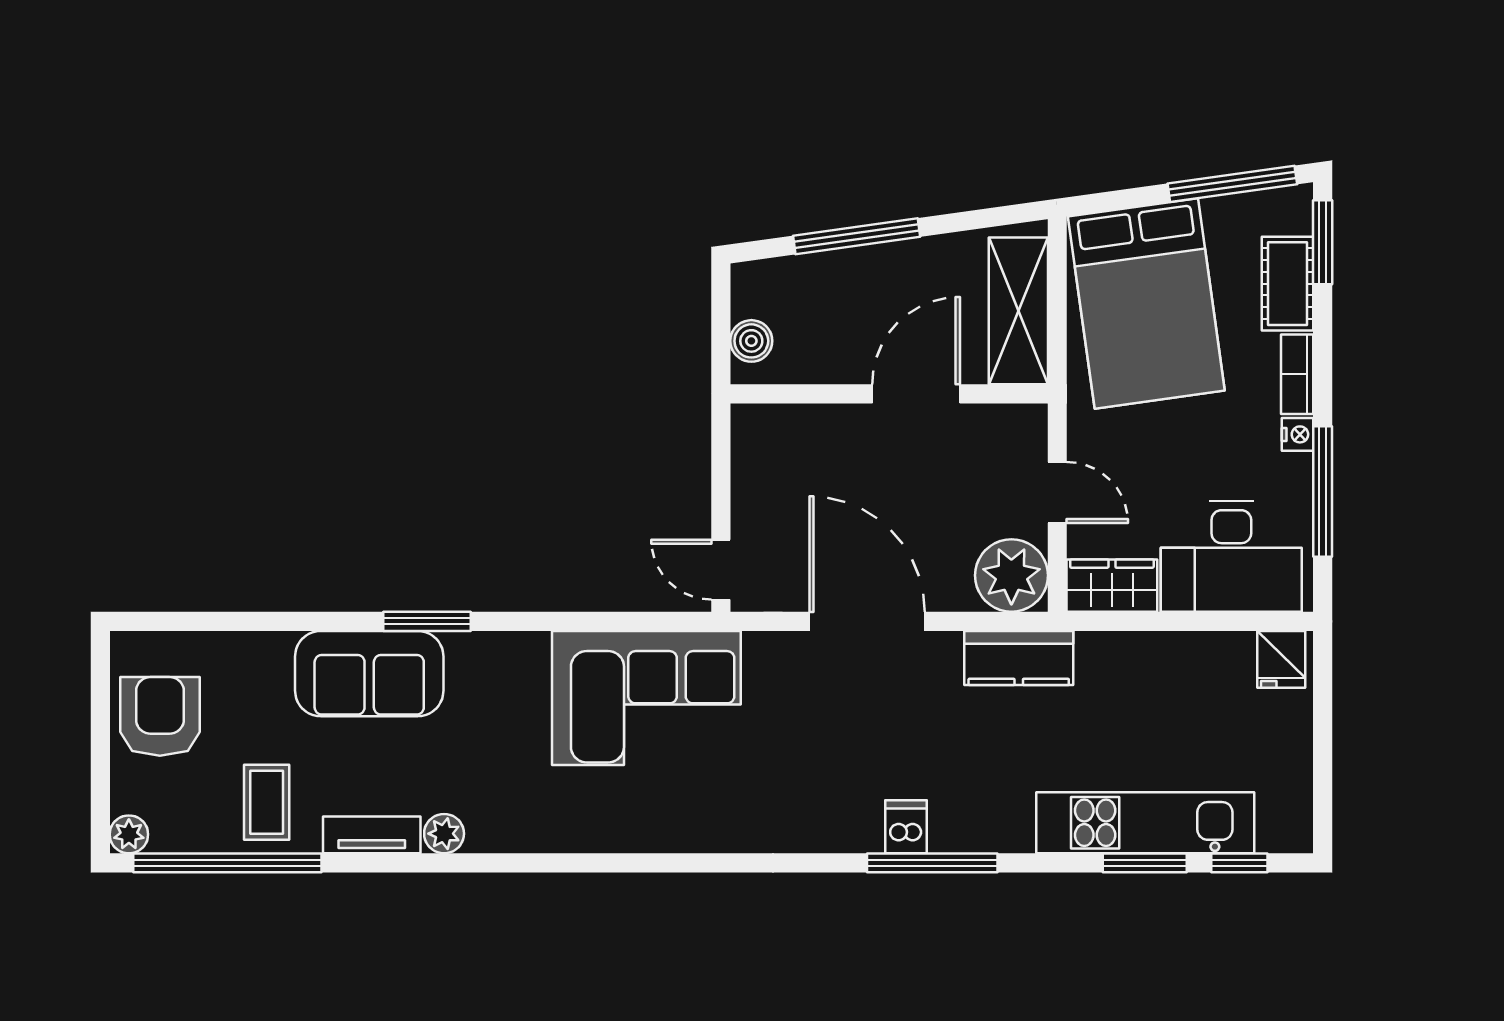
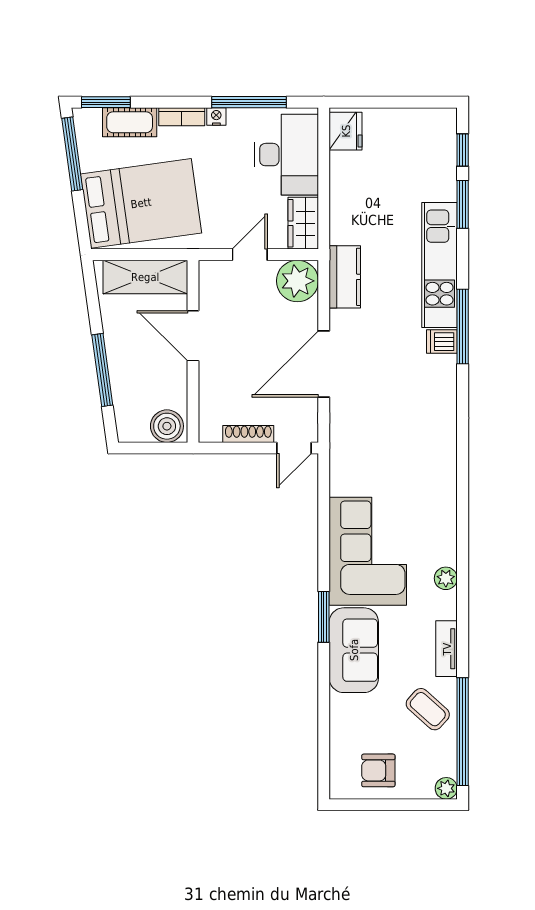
boiler: (751, 341) -> (167, 426), width x1.36, depth x1.36
shoe rack: (745, 490) -> (248, 434), added
fridge: (1281, 659) -> (346, 131), width x1.38
corner sofa: (646, 698) -> (368, 551), moved
armchair: (160, 716) -> (378, 770), width x0.72, depth x0.72
coffee table: (267, 802) -> (428, 709), turned 42
kitchen unit: (1145, 823) -> (440, 265), moved
plant: (444, 834) -> (446, 578), moved

